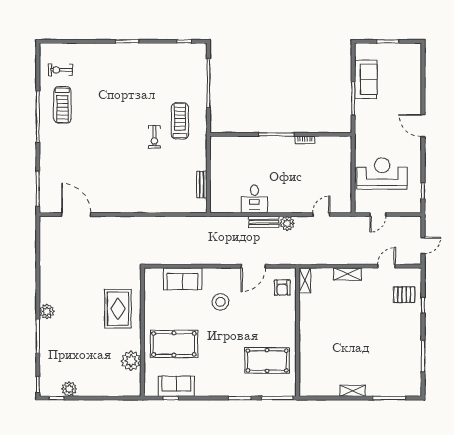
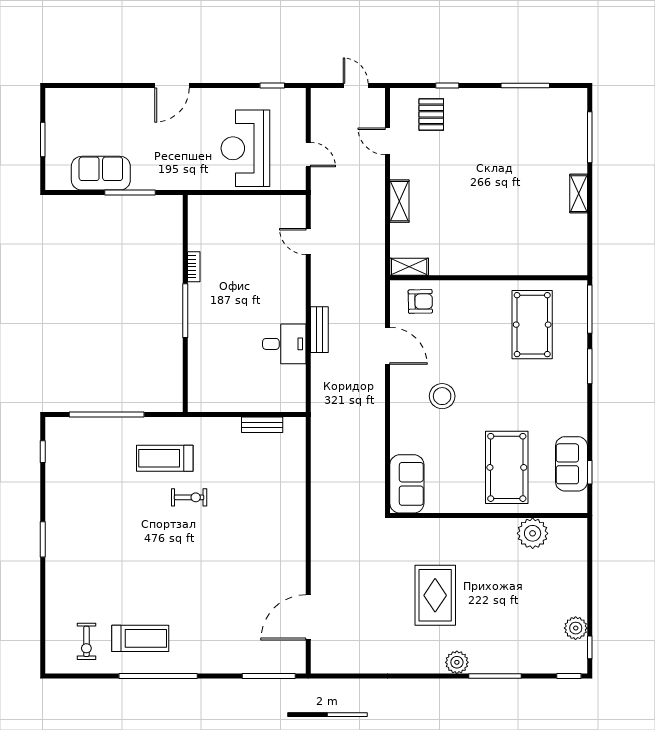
plant: (287, 223) -> (322, 294), removed
sofa: (183, 279) -> (407, 484), moved
rug: (118, 309) -> (435, 595), moved, turned 90

